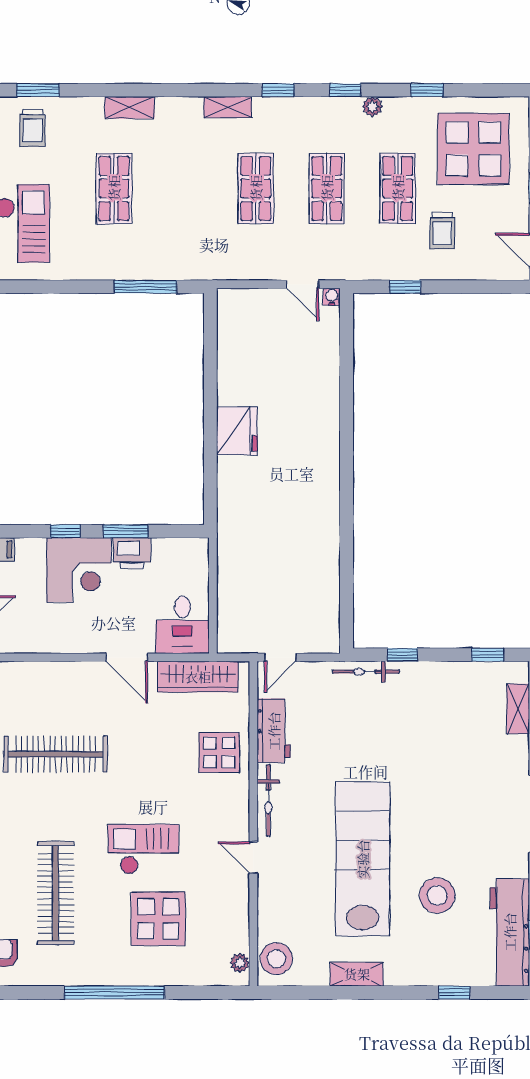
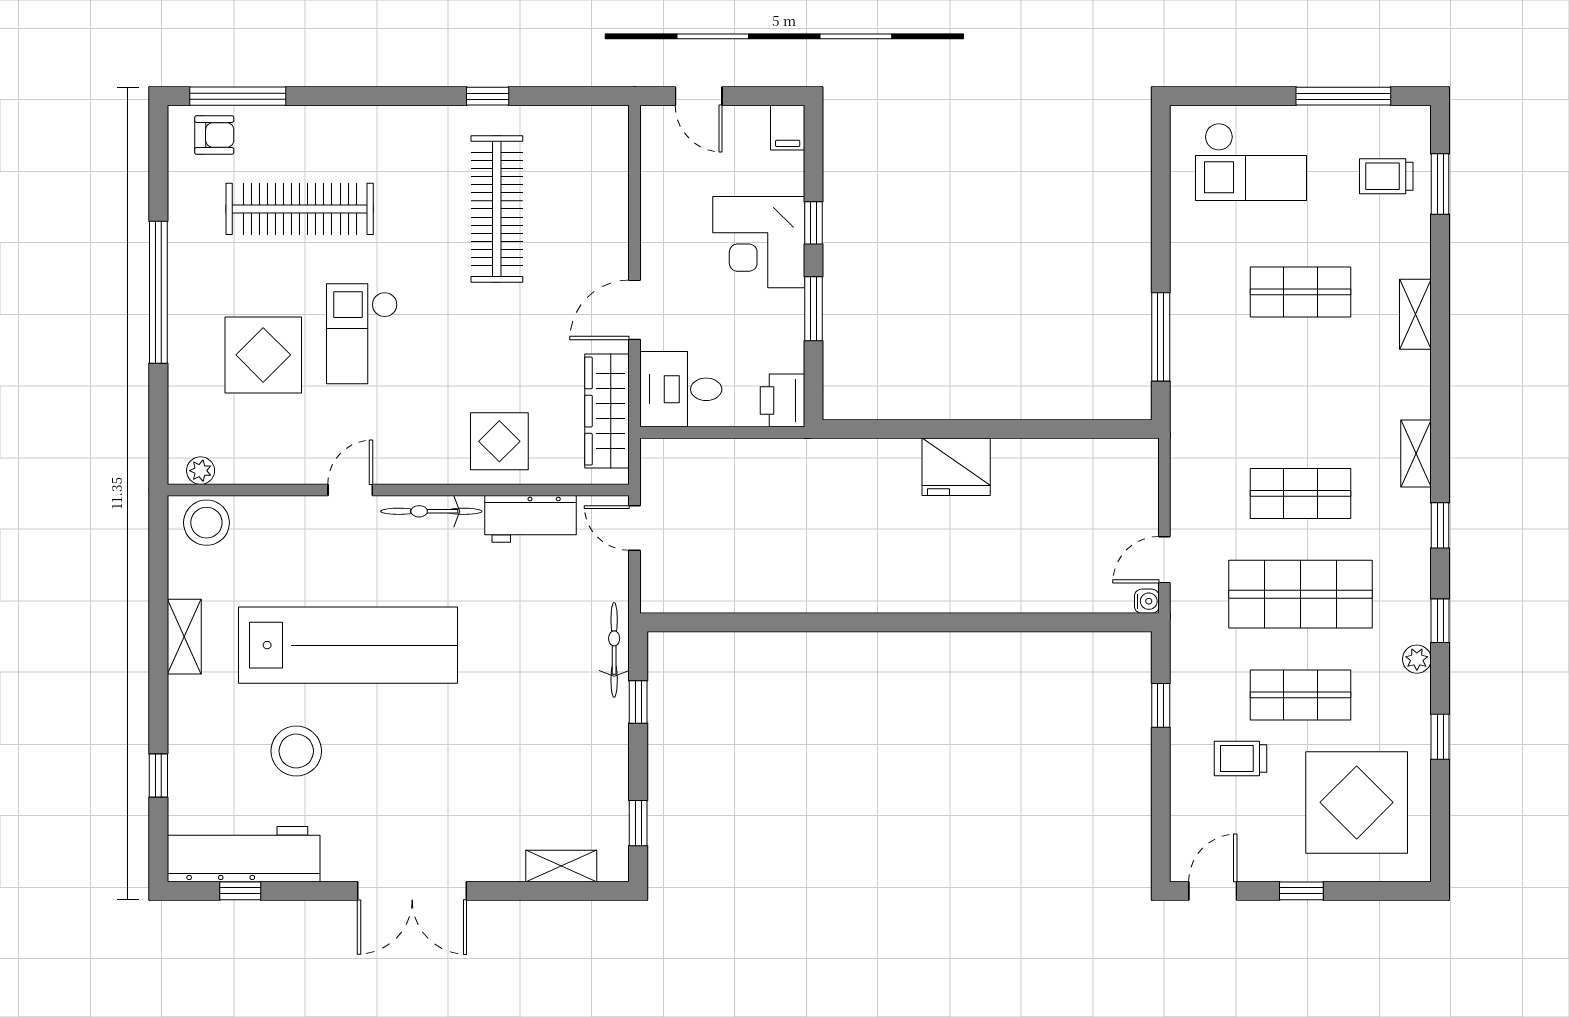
shop shelf: (327, 188) -> (1300, 594), width x1.43, depth x1.36
printer: (132, 553) -> (783, 401), moved
checkout: (143, 849) -> (362, 334), turned 180

